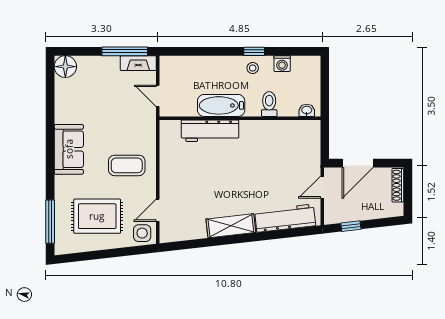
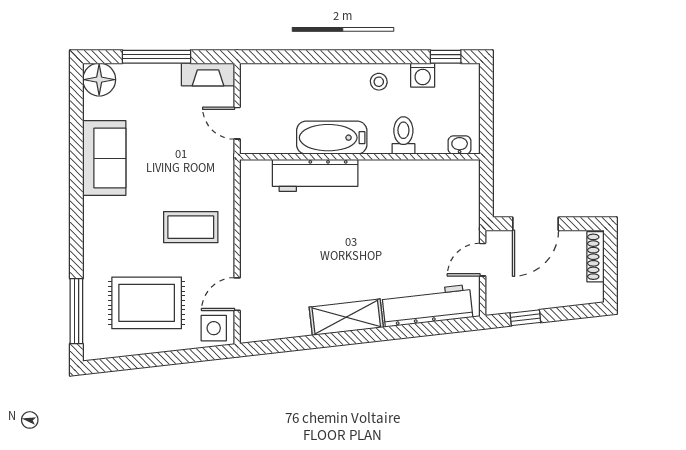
window: (125, 51) -> (157, 57), moved
window: (254, 51) -> (446, 57), moved
sofa: (69, 149) -> (104, 158), moved

